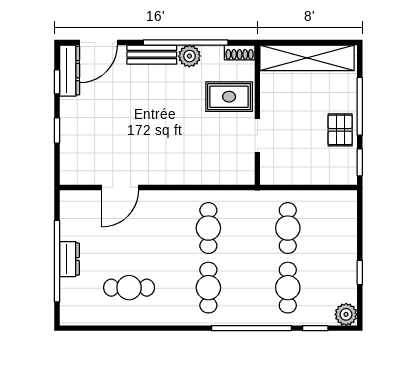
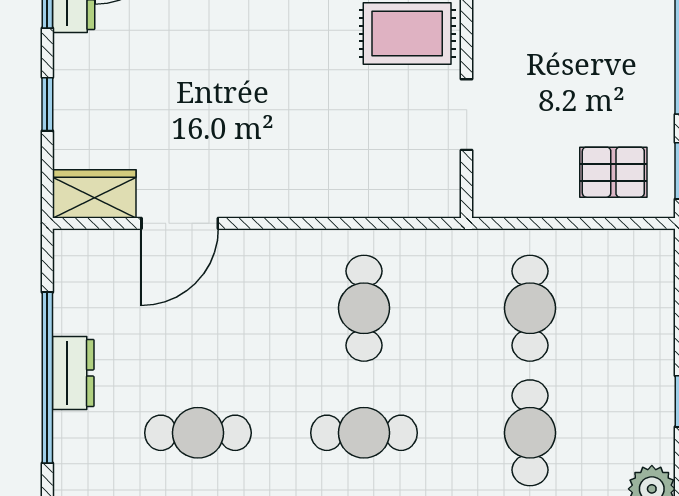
pallet: (340, 130) -> (613, 172), moved, turned 90
wardrobe: (79, 173) -> (94, 194), added
cafe table: (208, 288) -> (364, 433), turned 90

